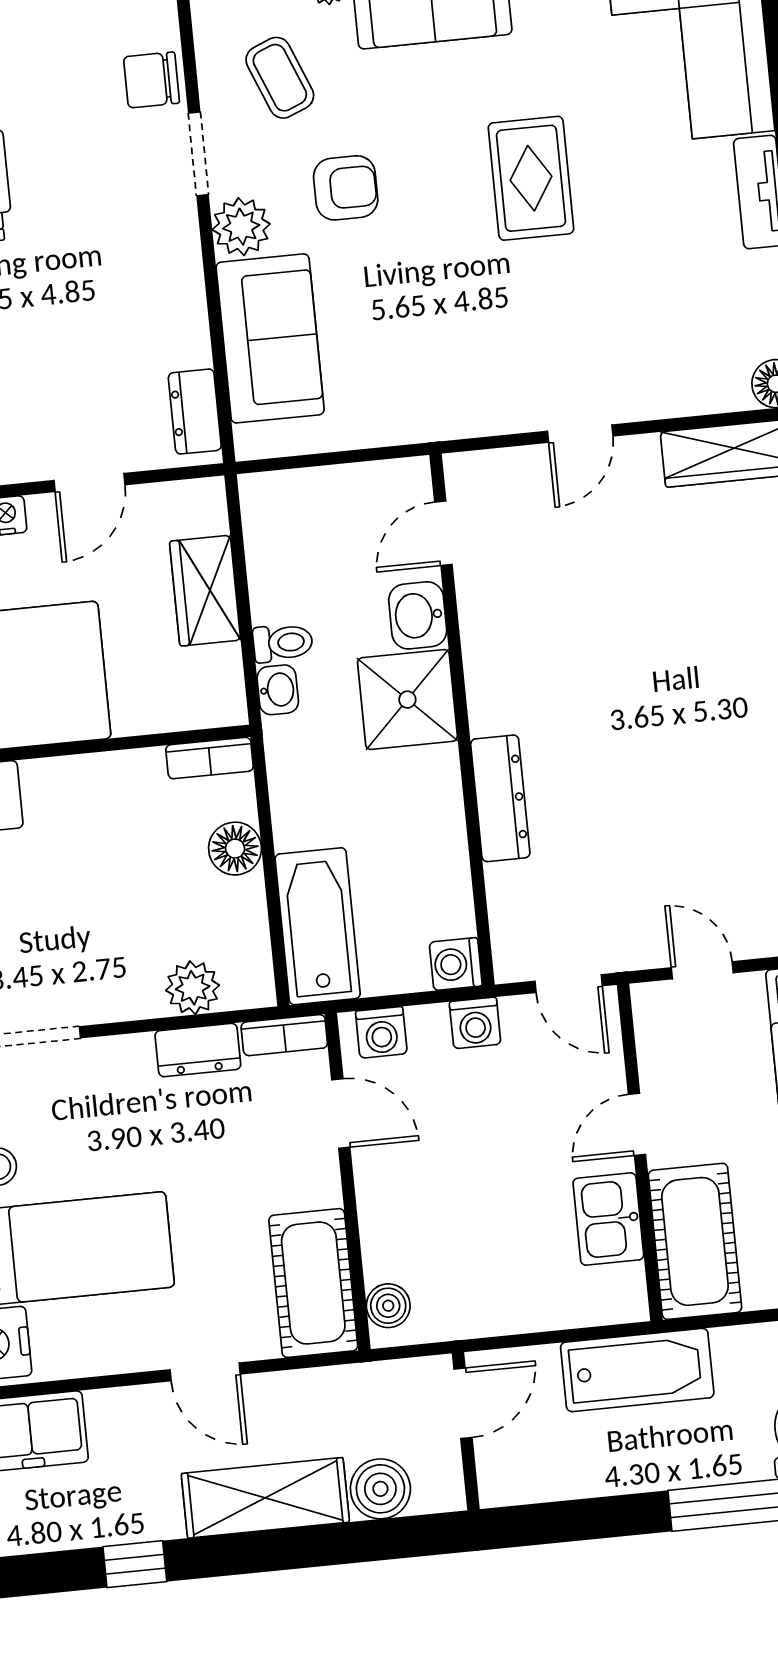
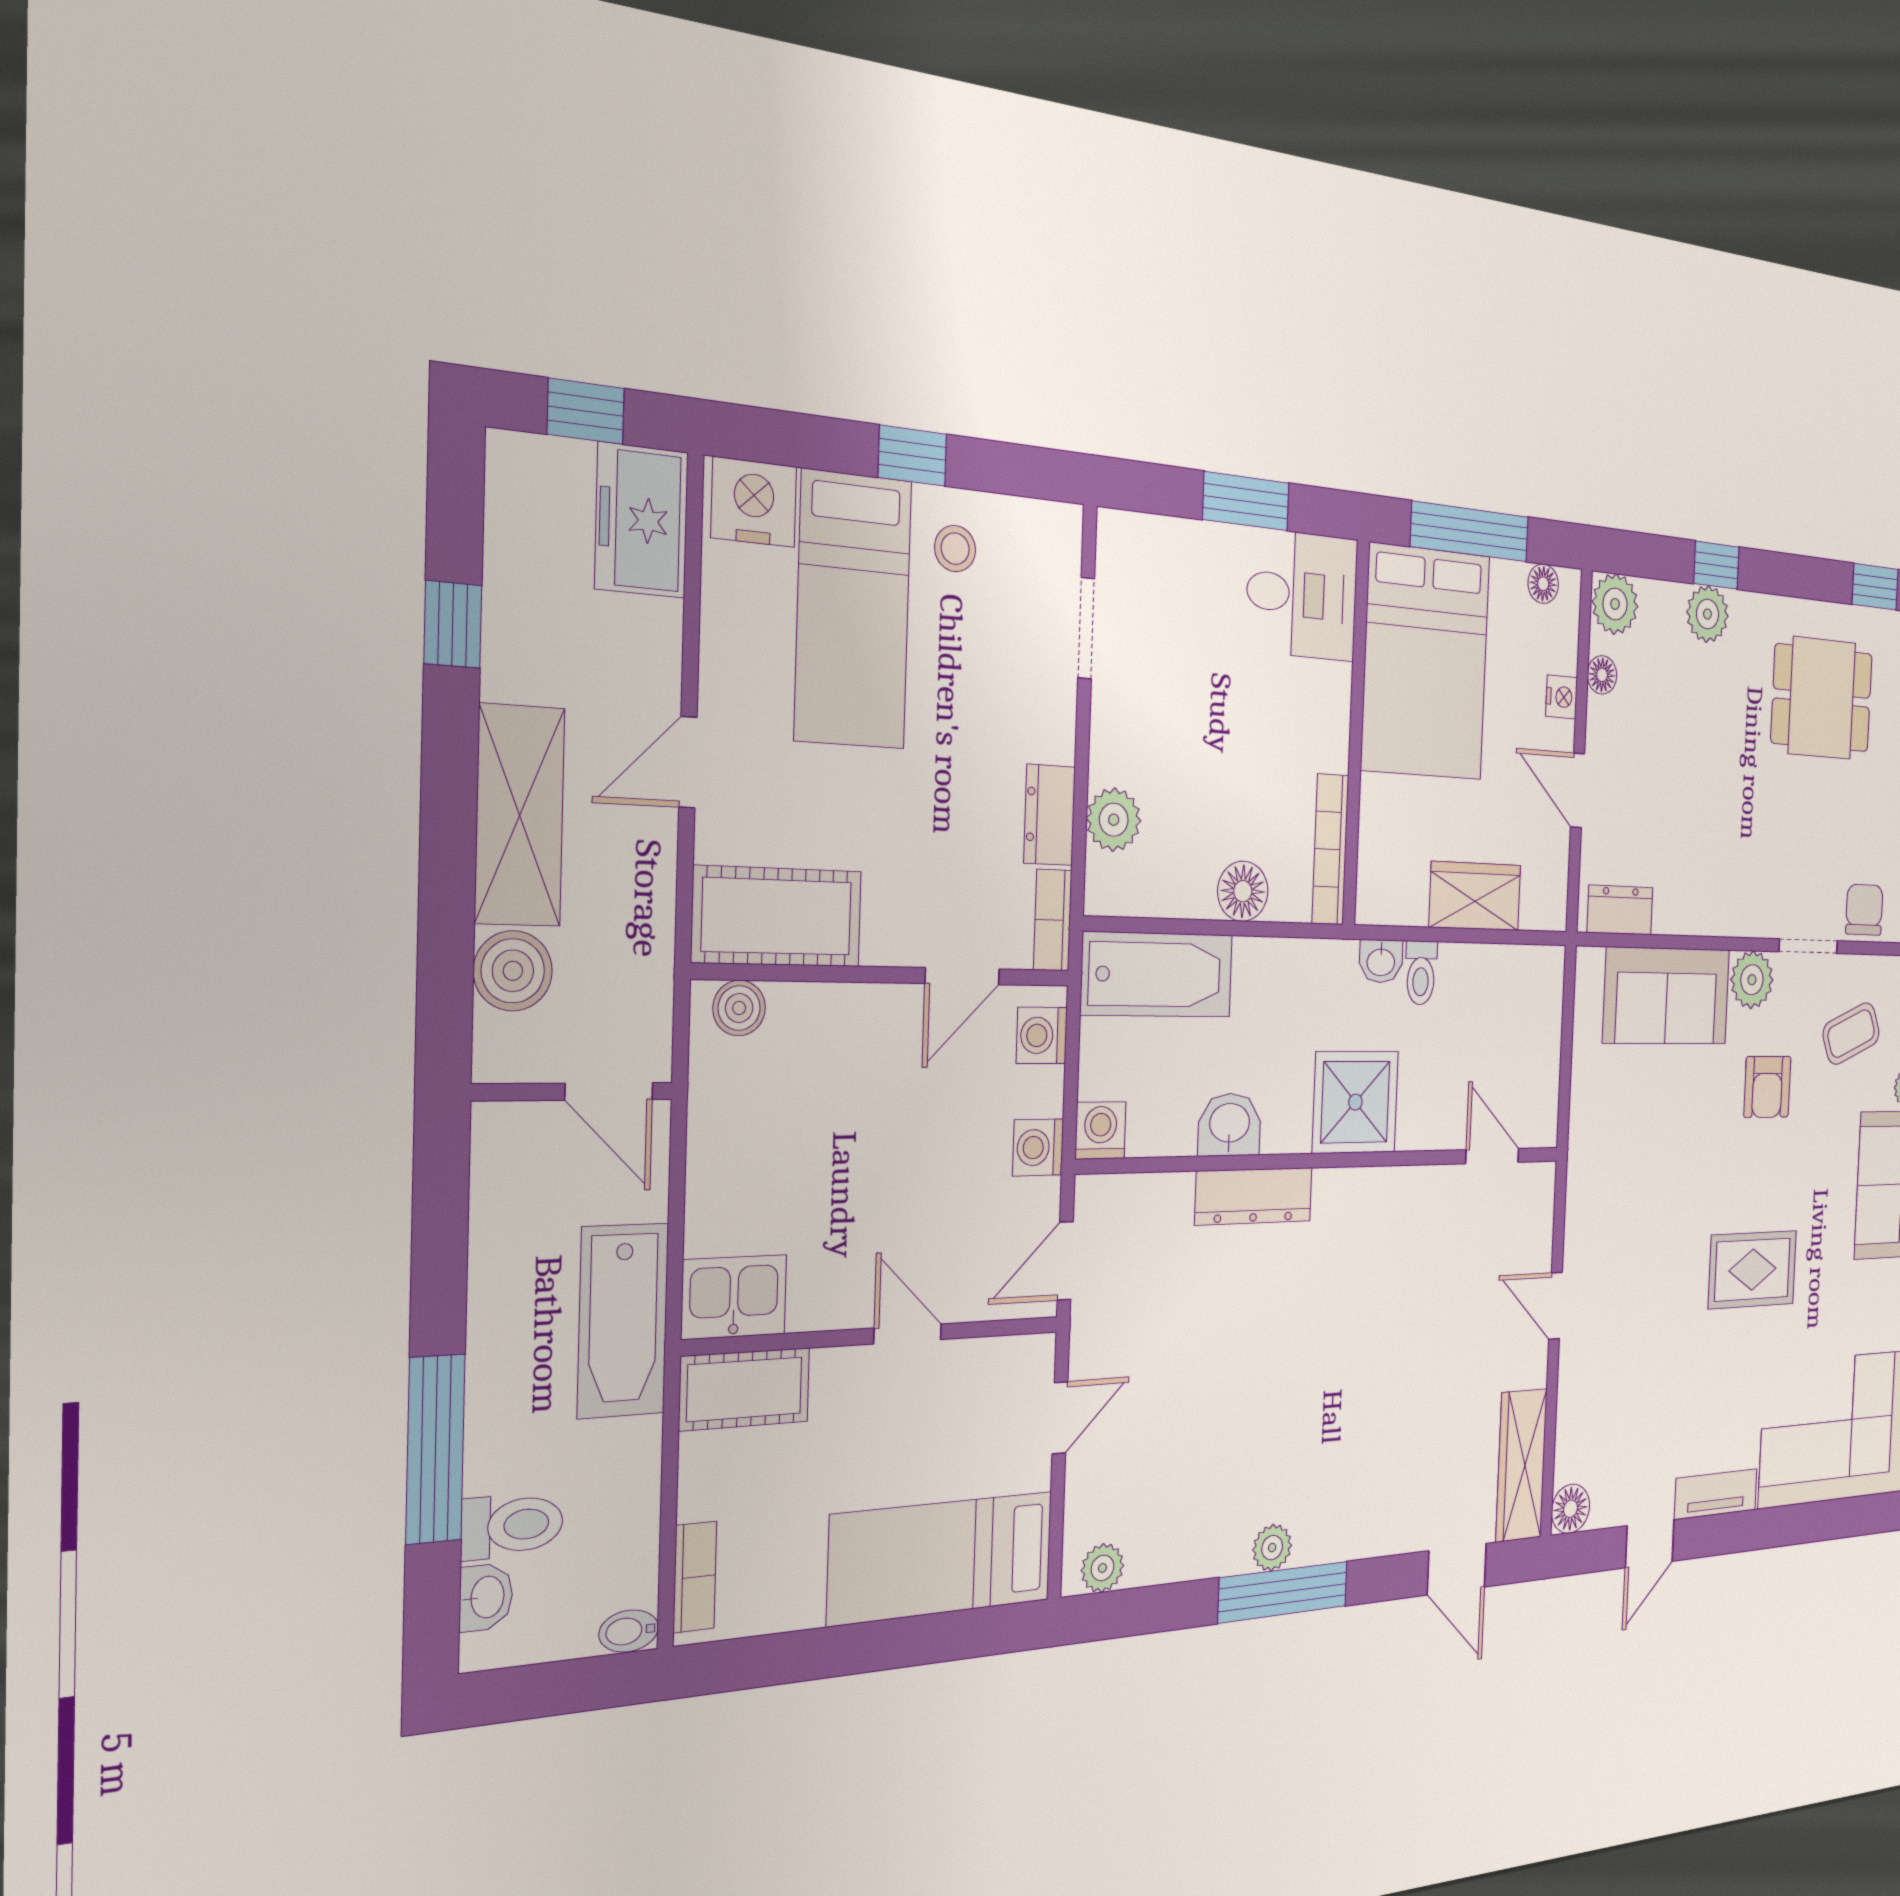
washbasin: (418, 615) -> (1230, 1125), moved
bookcase: (210, 758) -> (1330, 849), width x1.56
kitchen sink: (608, 1219) -> (734, 1297), moved
cot: (695, 1241) -> (745, 1389), width x0.73, depth x0.75

